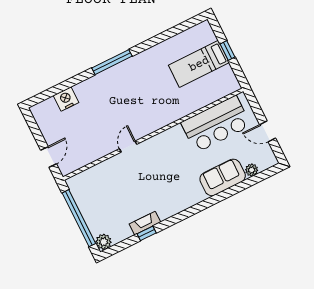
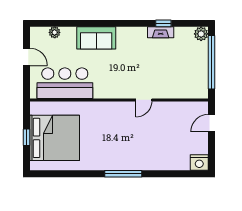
bed: (199, 64) -> (55, 138), width x2.04
nightstand: (66, 99) -> (199, 163), moved
sofa: (223, 177) -> (96, 38), moved

